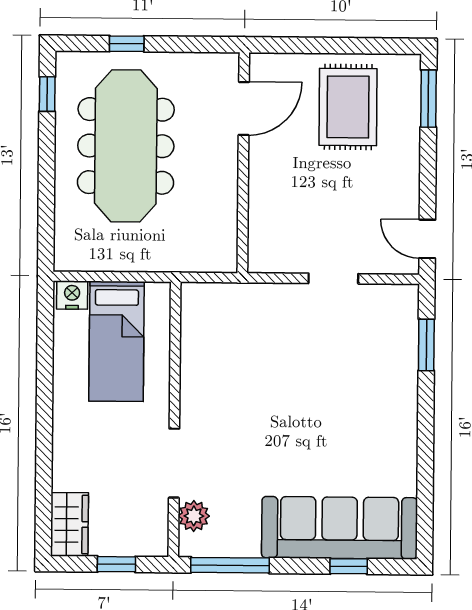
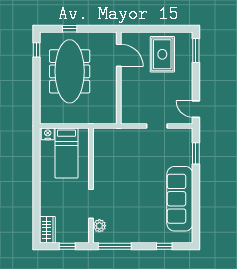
door: (244, 108) -> (119, 55), hinge flipped
sofa: (339, 528) -> (180, 199), moved, turned -90

